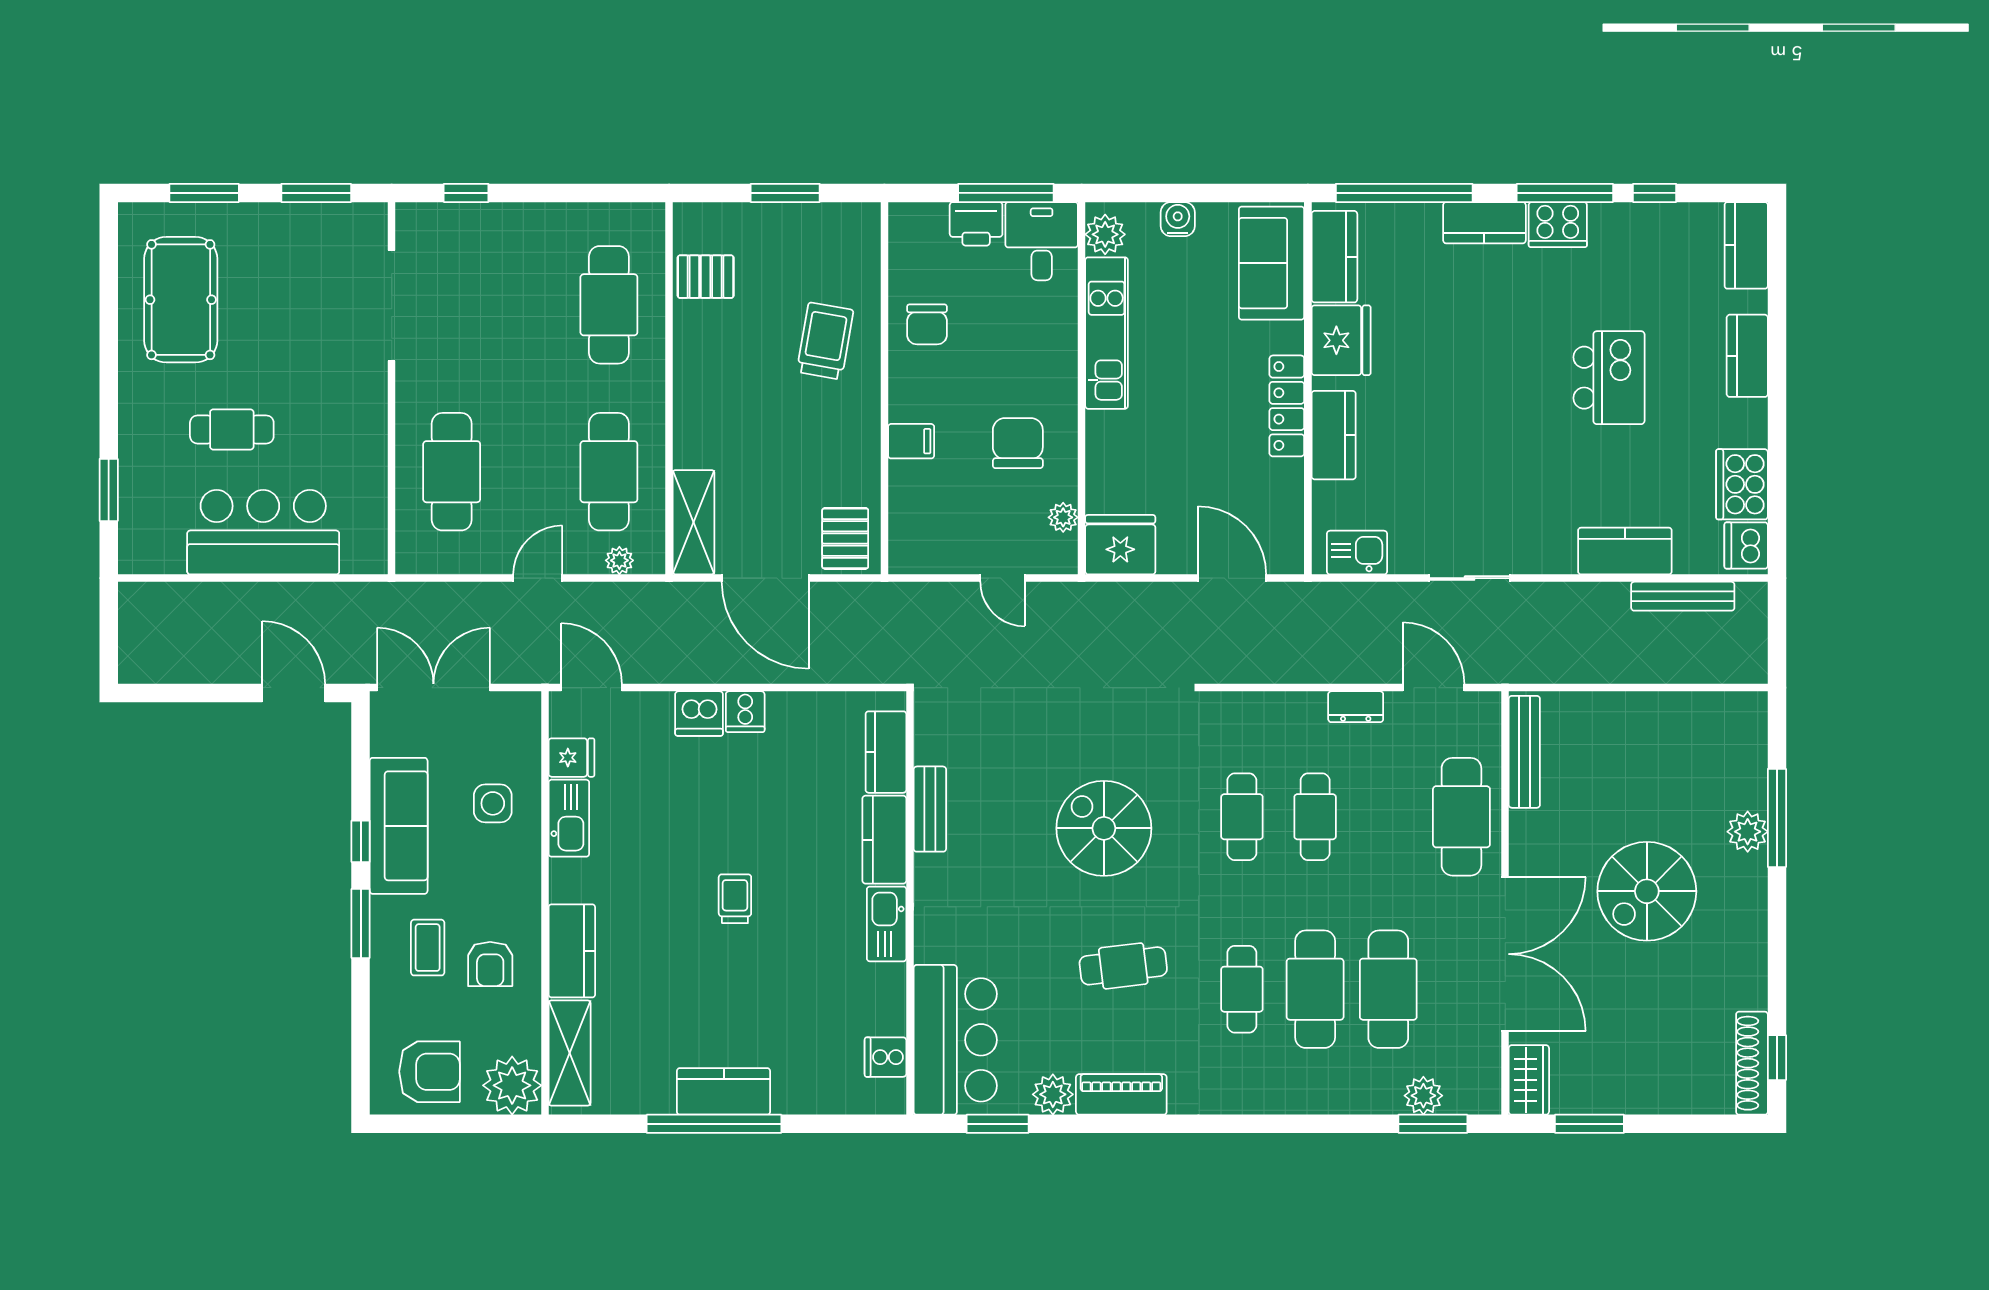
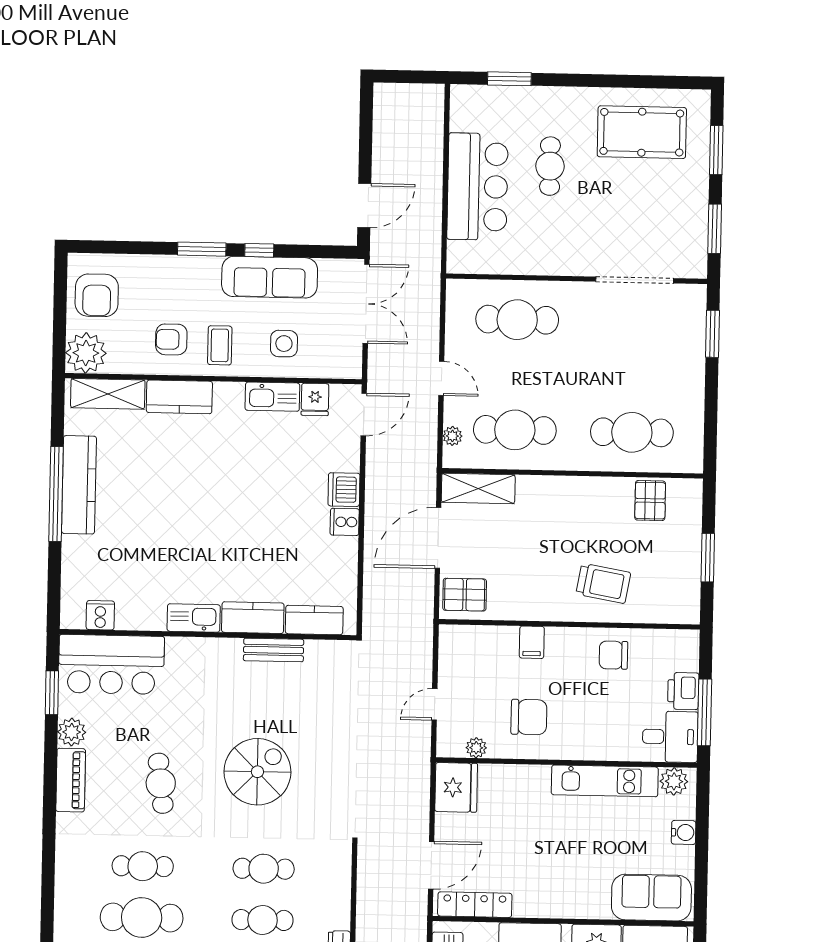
window: (466, 193) -> (712, 334), width x1.50
locker: (1287, 406) -> (475, 905), moved
trolley: (735, 899) -> (214, 512), removed
coffee table: (428, 948) -> (220, 345), moved, turned 90
kitchen counter: (724, 1091) -> (79, 485), width x1.50

